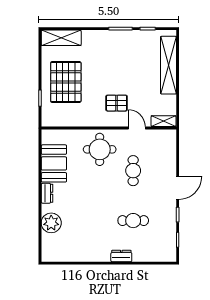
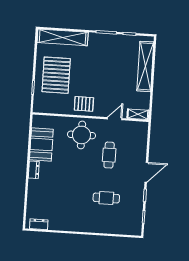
shelving: (61, 38) -> (63, 37), width x1.47
pallet: (117, 103) -> (84, 104), moved
door: (137, 128) -> (115, 119), hinge flipped
plant: (51, 223) -> (36, 195), removed
dresser: (121, 256) -> (39, 224), moved

